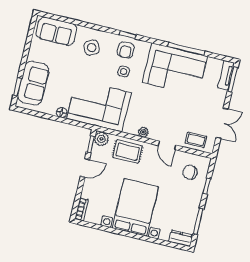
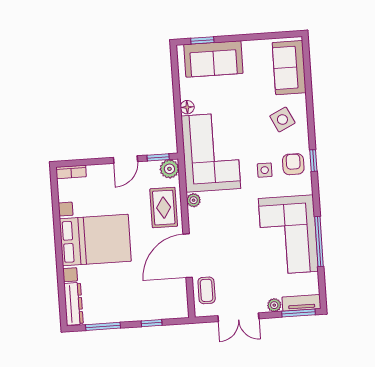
armchair: (126, 50) -> (293, 164), turned 91
plant: (222, 95) -> (274, 305), added
plant: (143, 132) -> (194, 200), moved
door: (167, 145) -> (188, 256), width x1.88
door: (85, 168) -> (126, 160), hinge flipped
chair: (190, 172) -> (162, 296), removed
dresser: (180, 238) -> (73, 304), width x1.44

